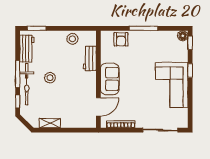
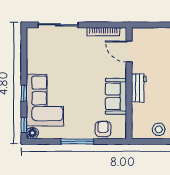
workbench: (90, 58) -> (139, 88), moved
sofa: (110, 79) -> (116, 96), moved
corner sofa: (172, 85) -> (45, 100), moved
door: (98, 107) -> (129, 51), hinge flipped

